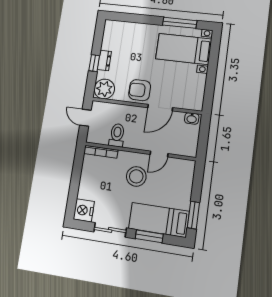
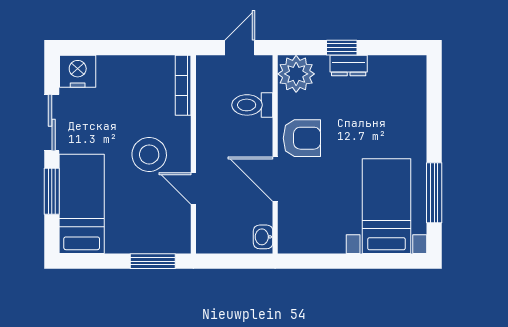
armchair: (140, 90) -> (302, 138), turned 90
toilet: (117, 135) -> (252, 105), moved, turned 180
window: (193, 215) -> (153, 261), moved

